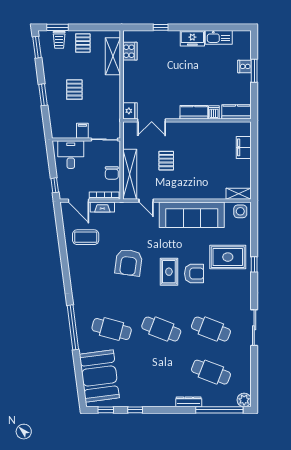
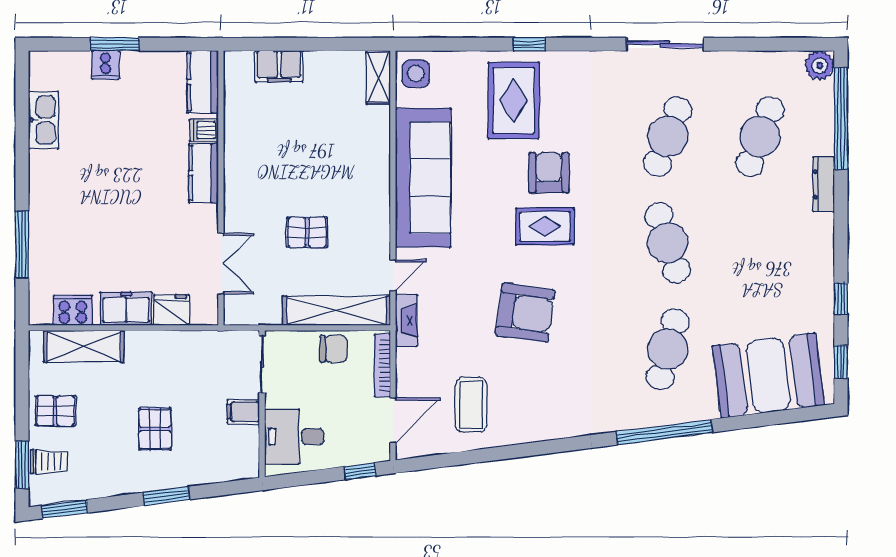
window: (161, 27) -> (22, 244), width x2.17
freezer: (192, 38) -> (126, 309), moved, turned -90
pallet: (74, 90) -> (155, 429), turned 90
fridge: (130, 111) -> (172, 310), moved
fireplace: (102, 207) -> (406, 321), moved
cafe table: (161, 329) -> (668, 243), turned -39

